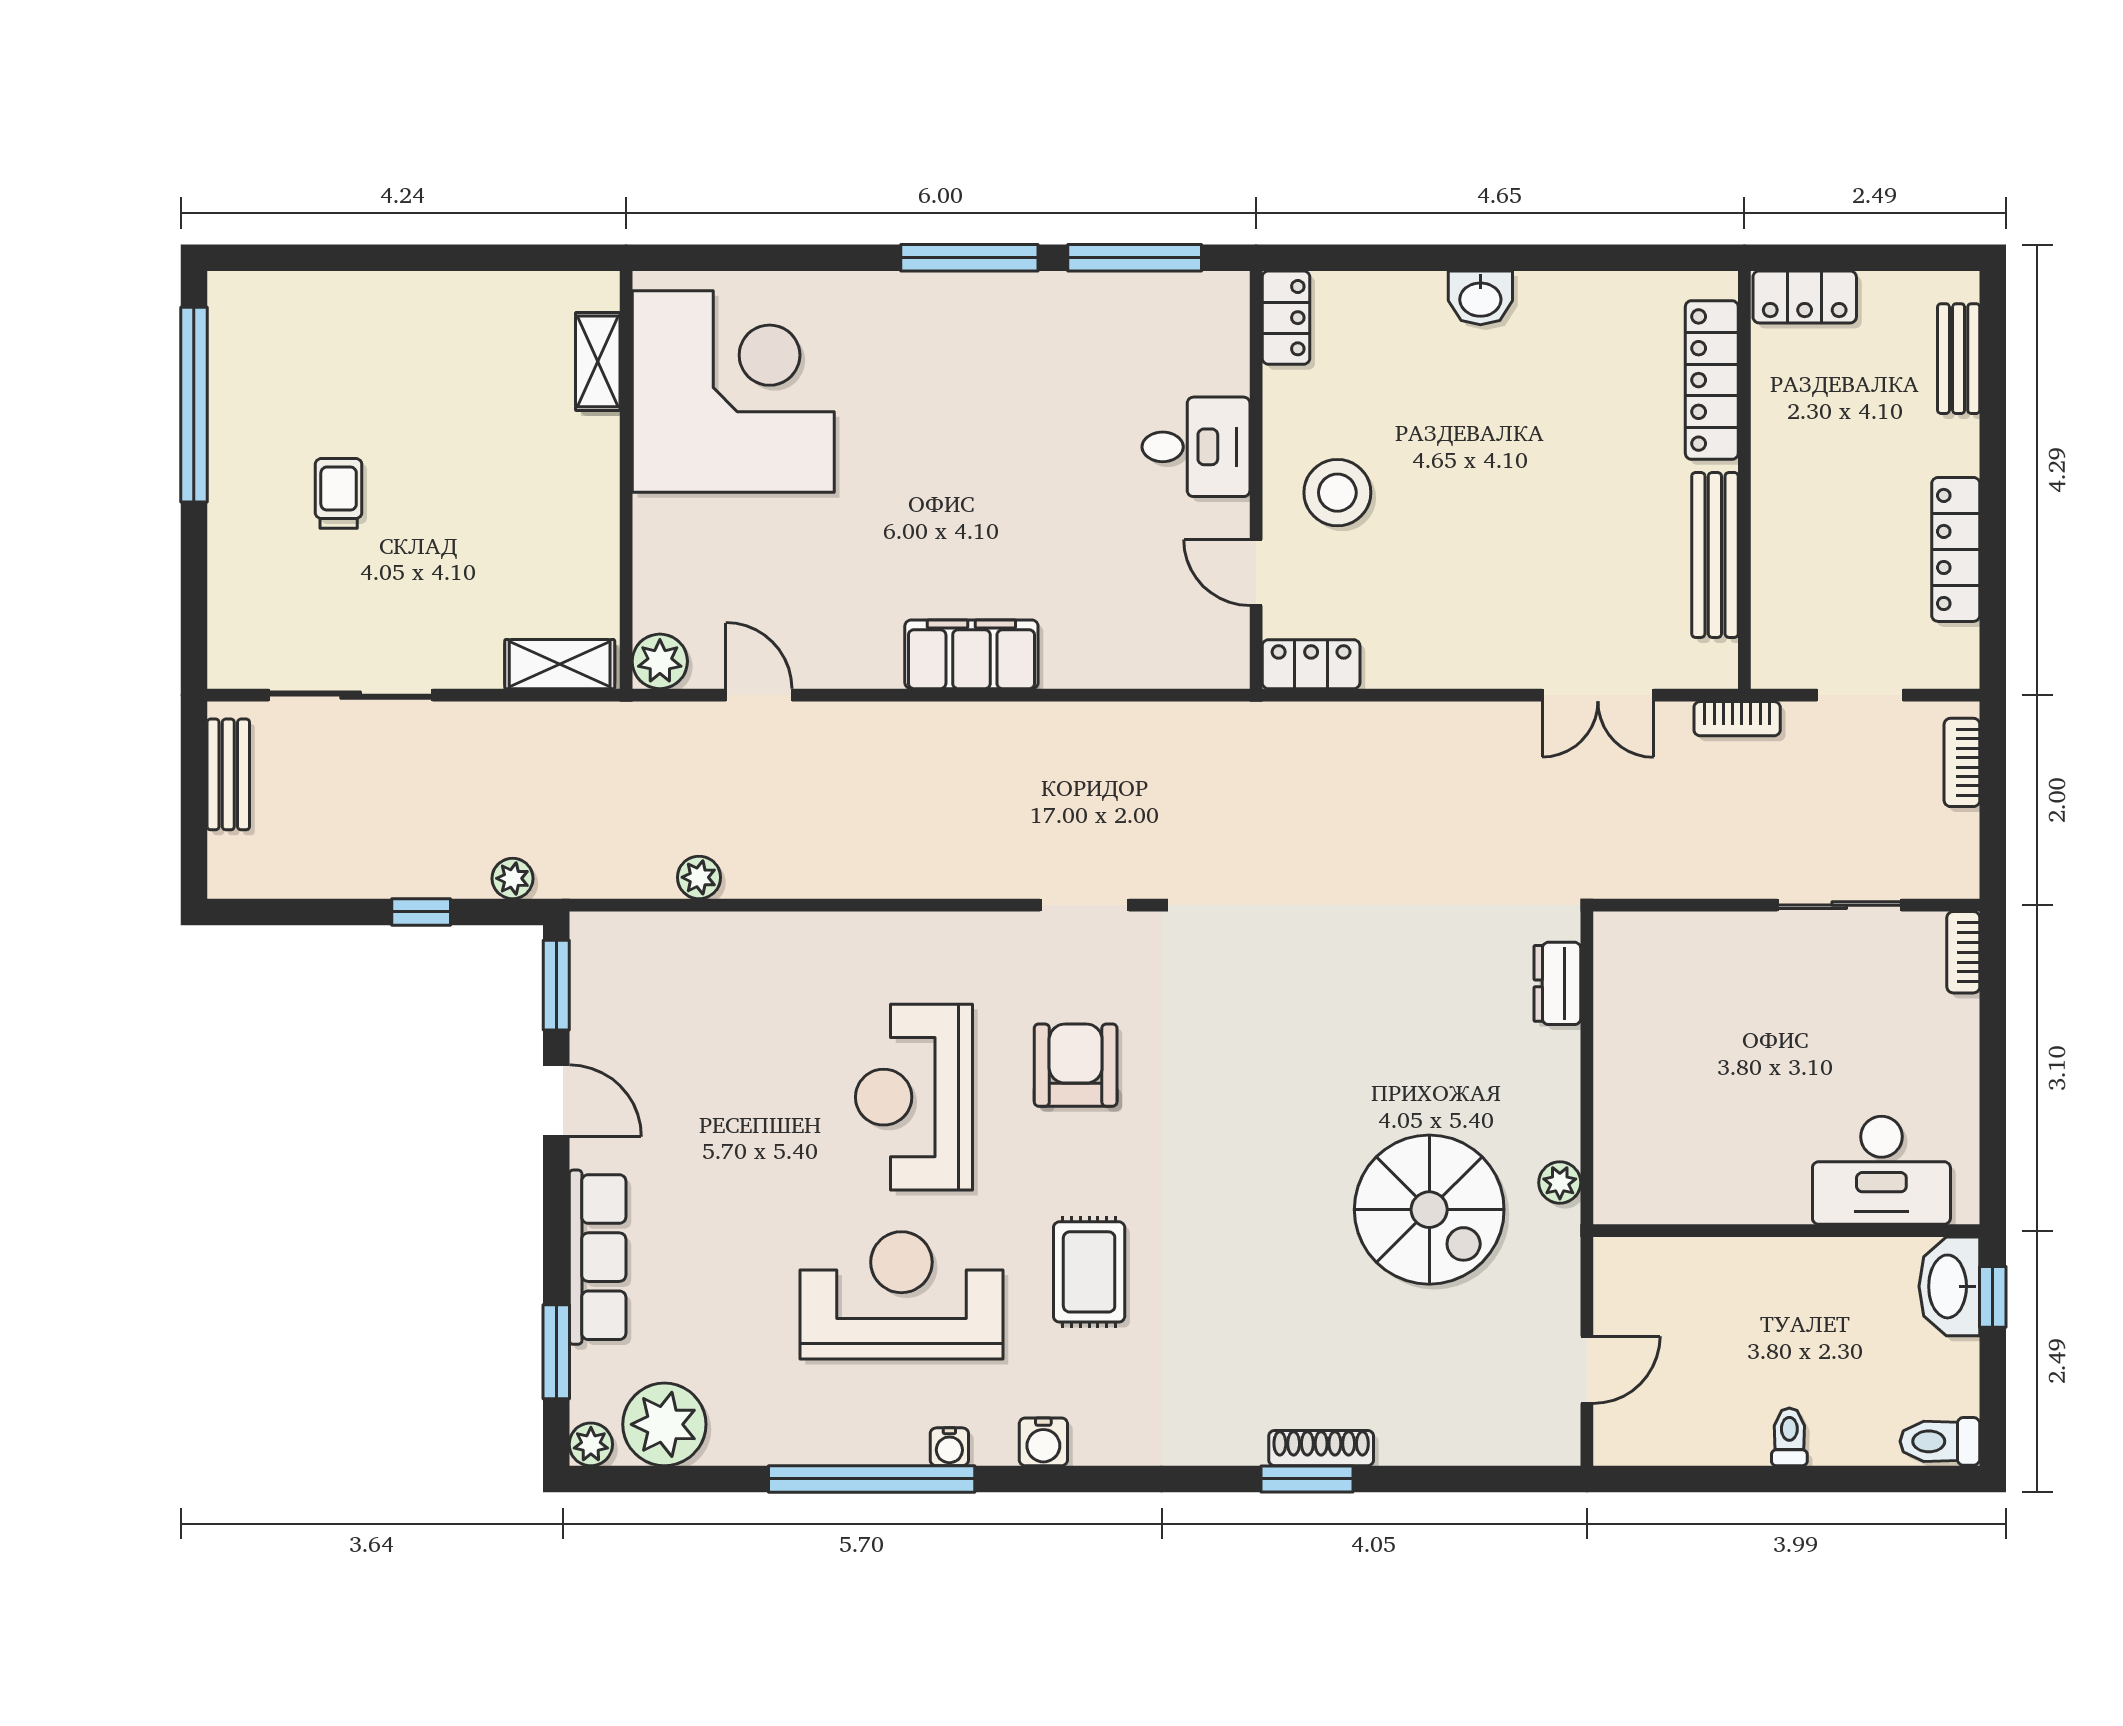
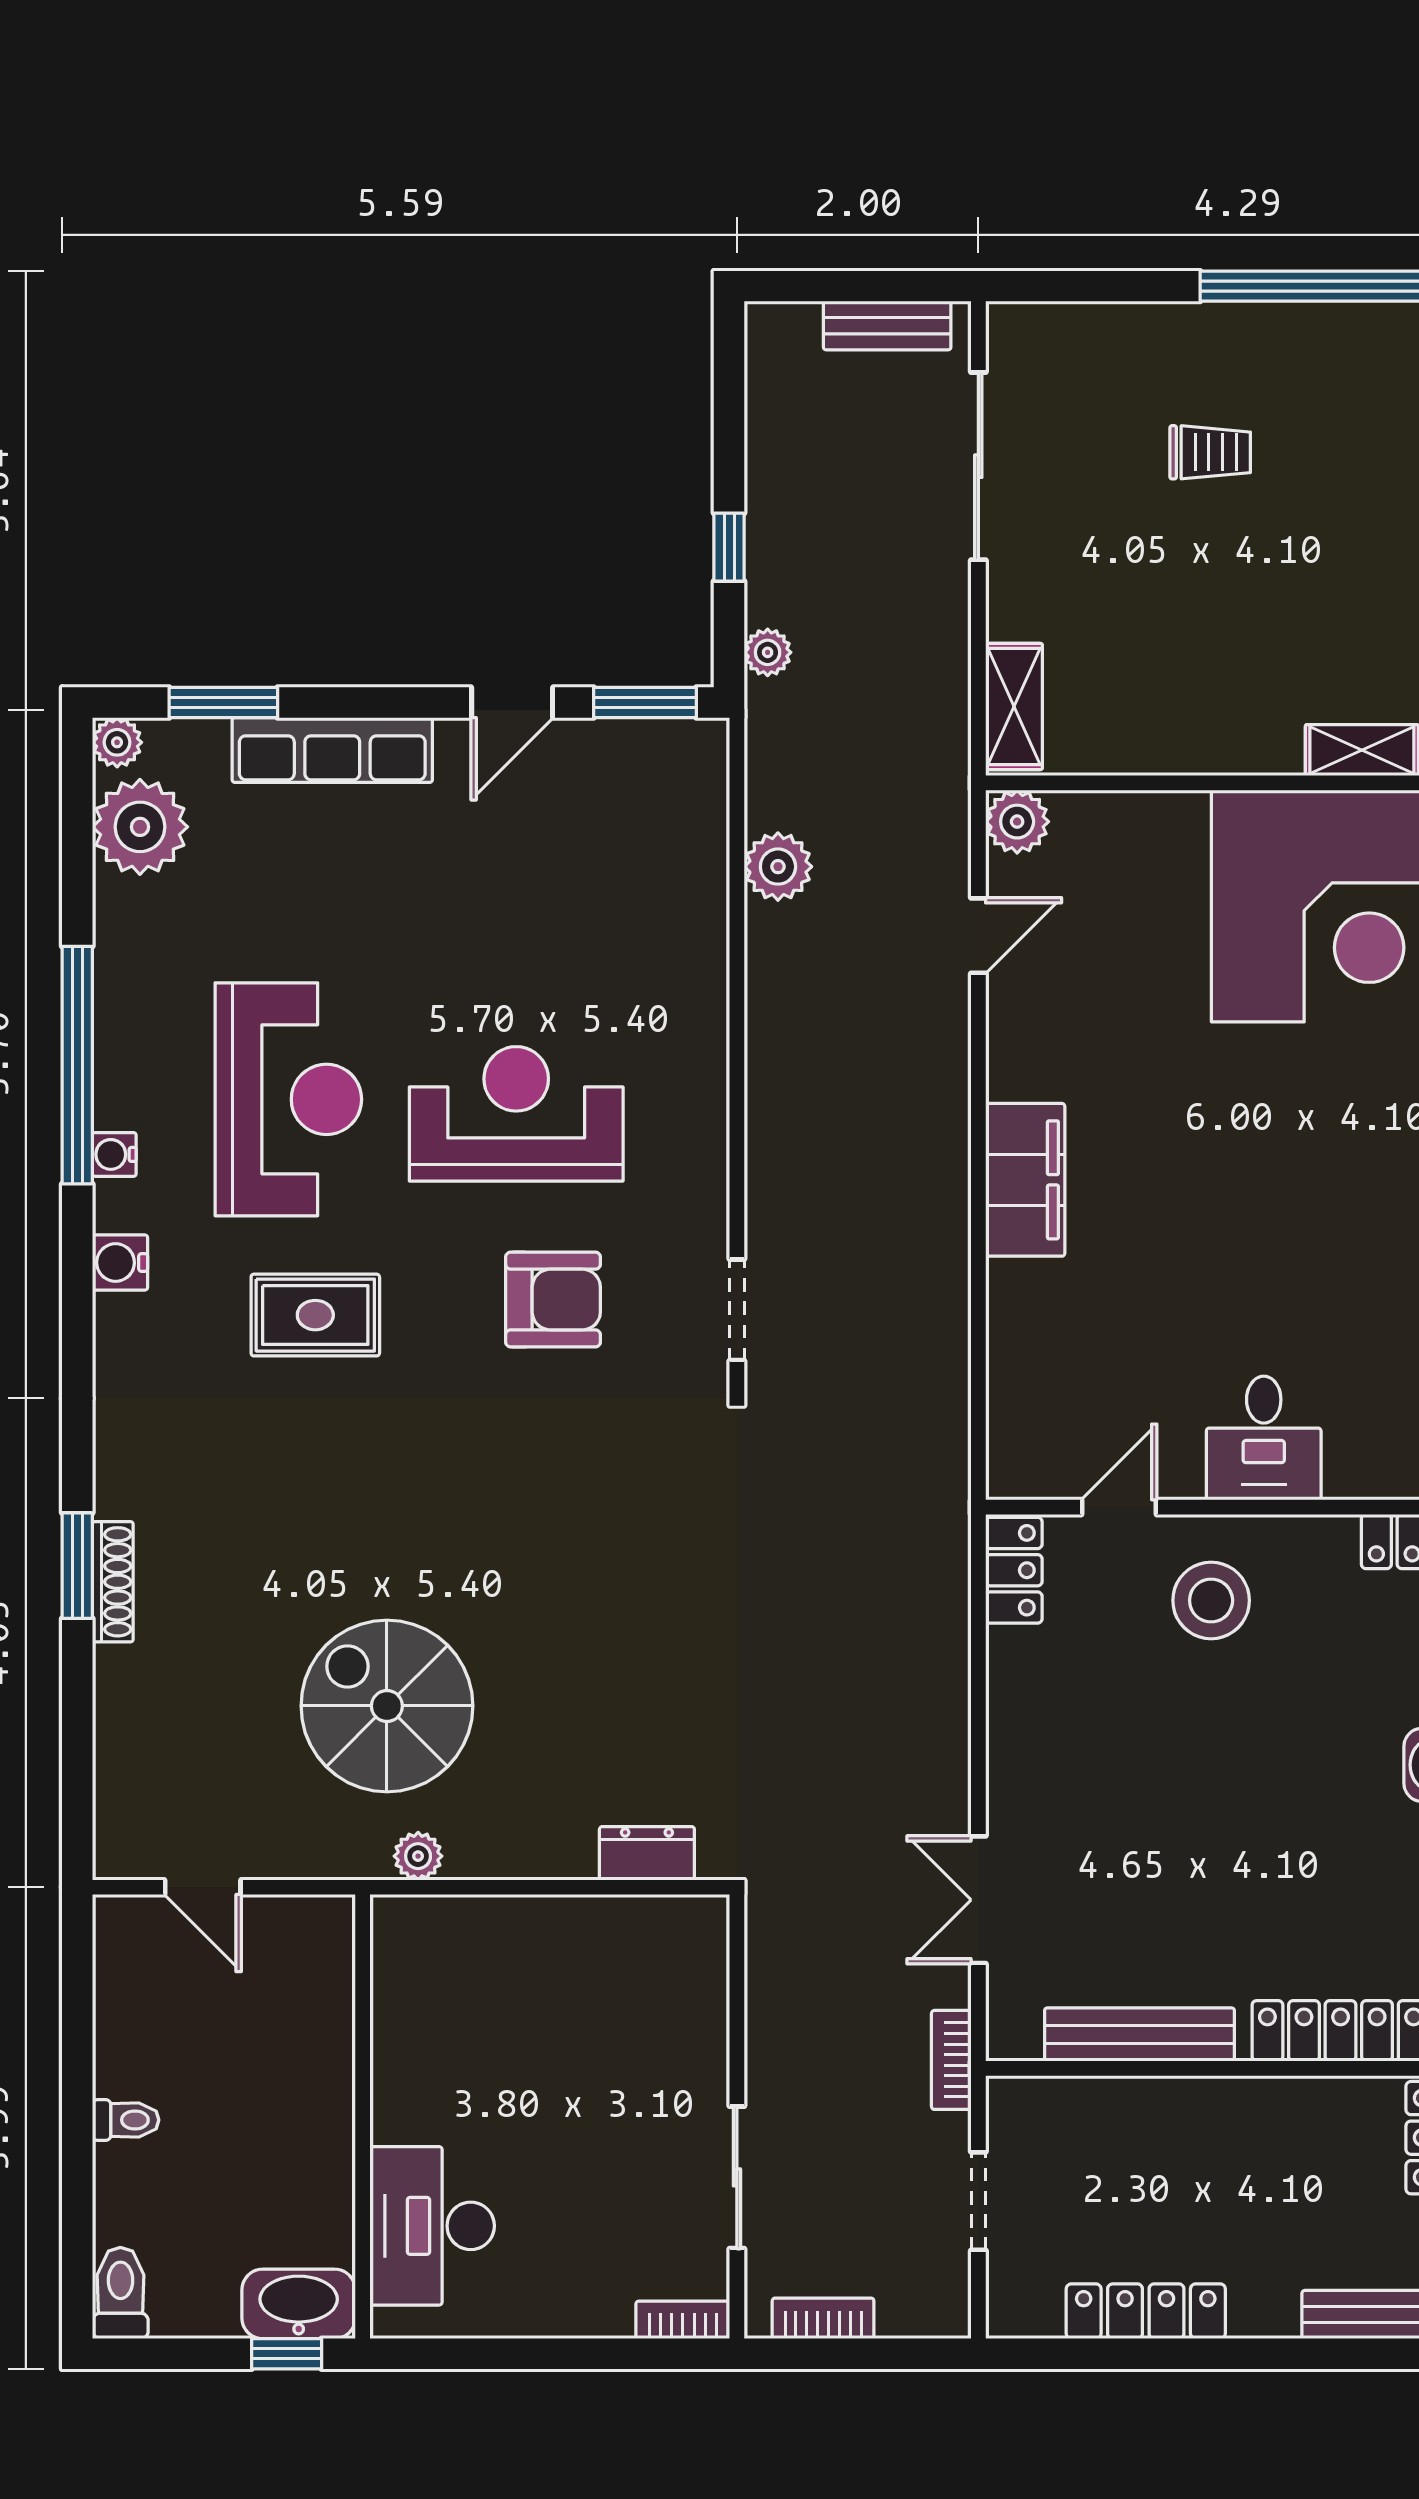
bookcase: (1962, 762) -> (823, 2318), moved
plant: (699, 877) -> (778, 867), width x1.38, depth x1.38
spiral stairs: (1429, 1210) -> (387, 1706), turned 90

